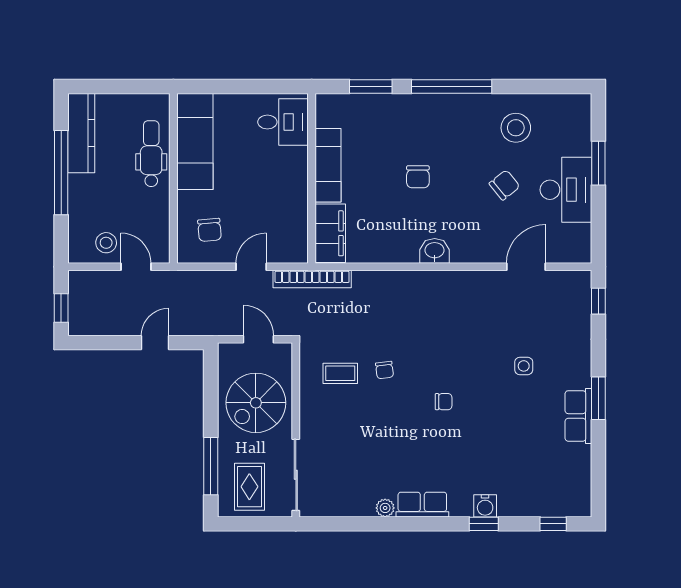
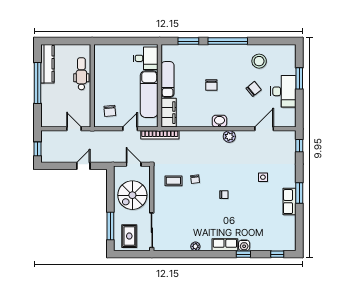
exam couch: (195, 142) -> (149, 94), moved, turned 180
stool: (106, 243) -> (59, 117), removed
plant: (455, 282) -> (229, 136), added
row of seats: (422, 505) -> (225, 245), moved

